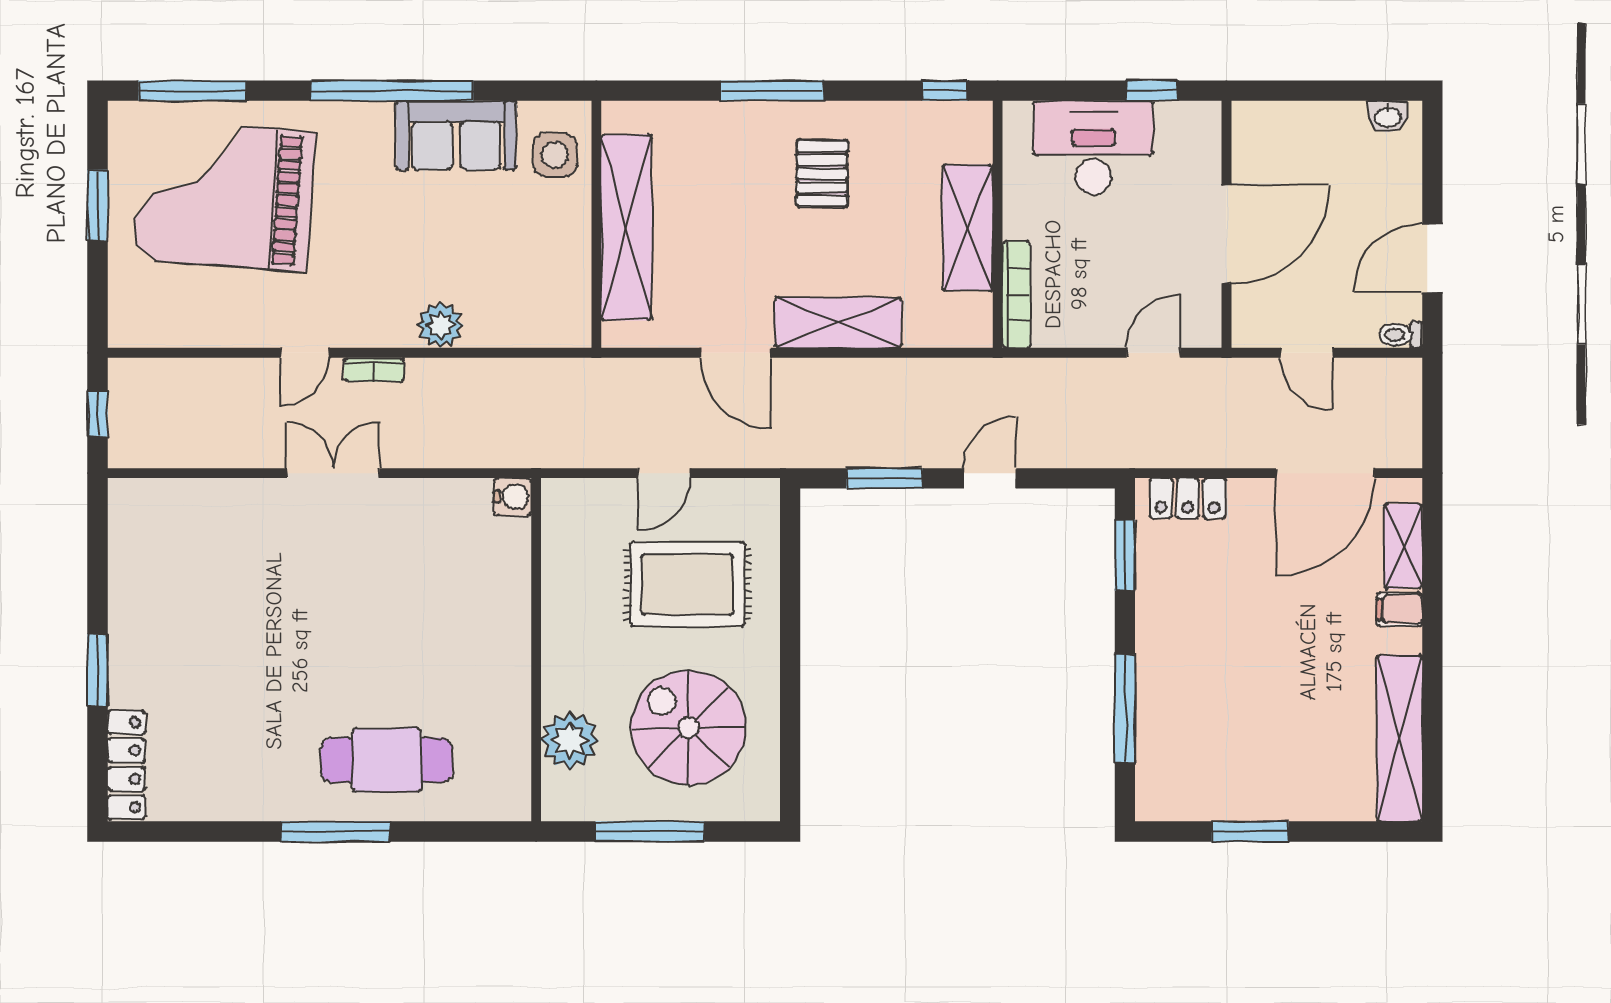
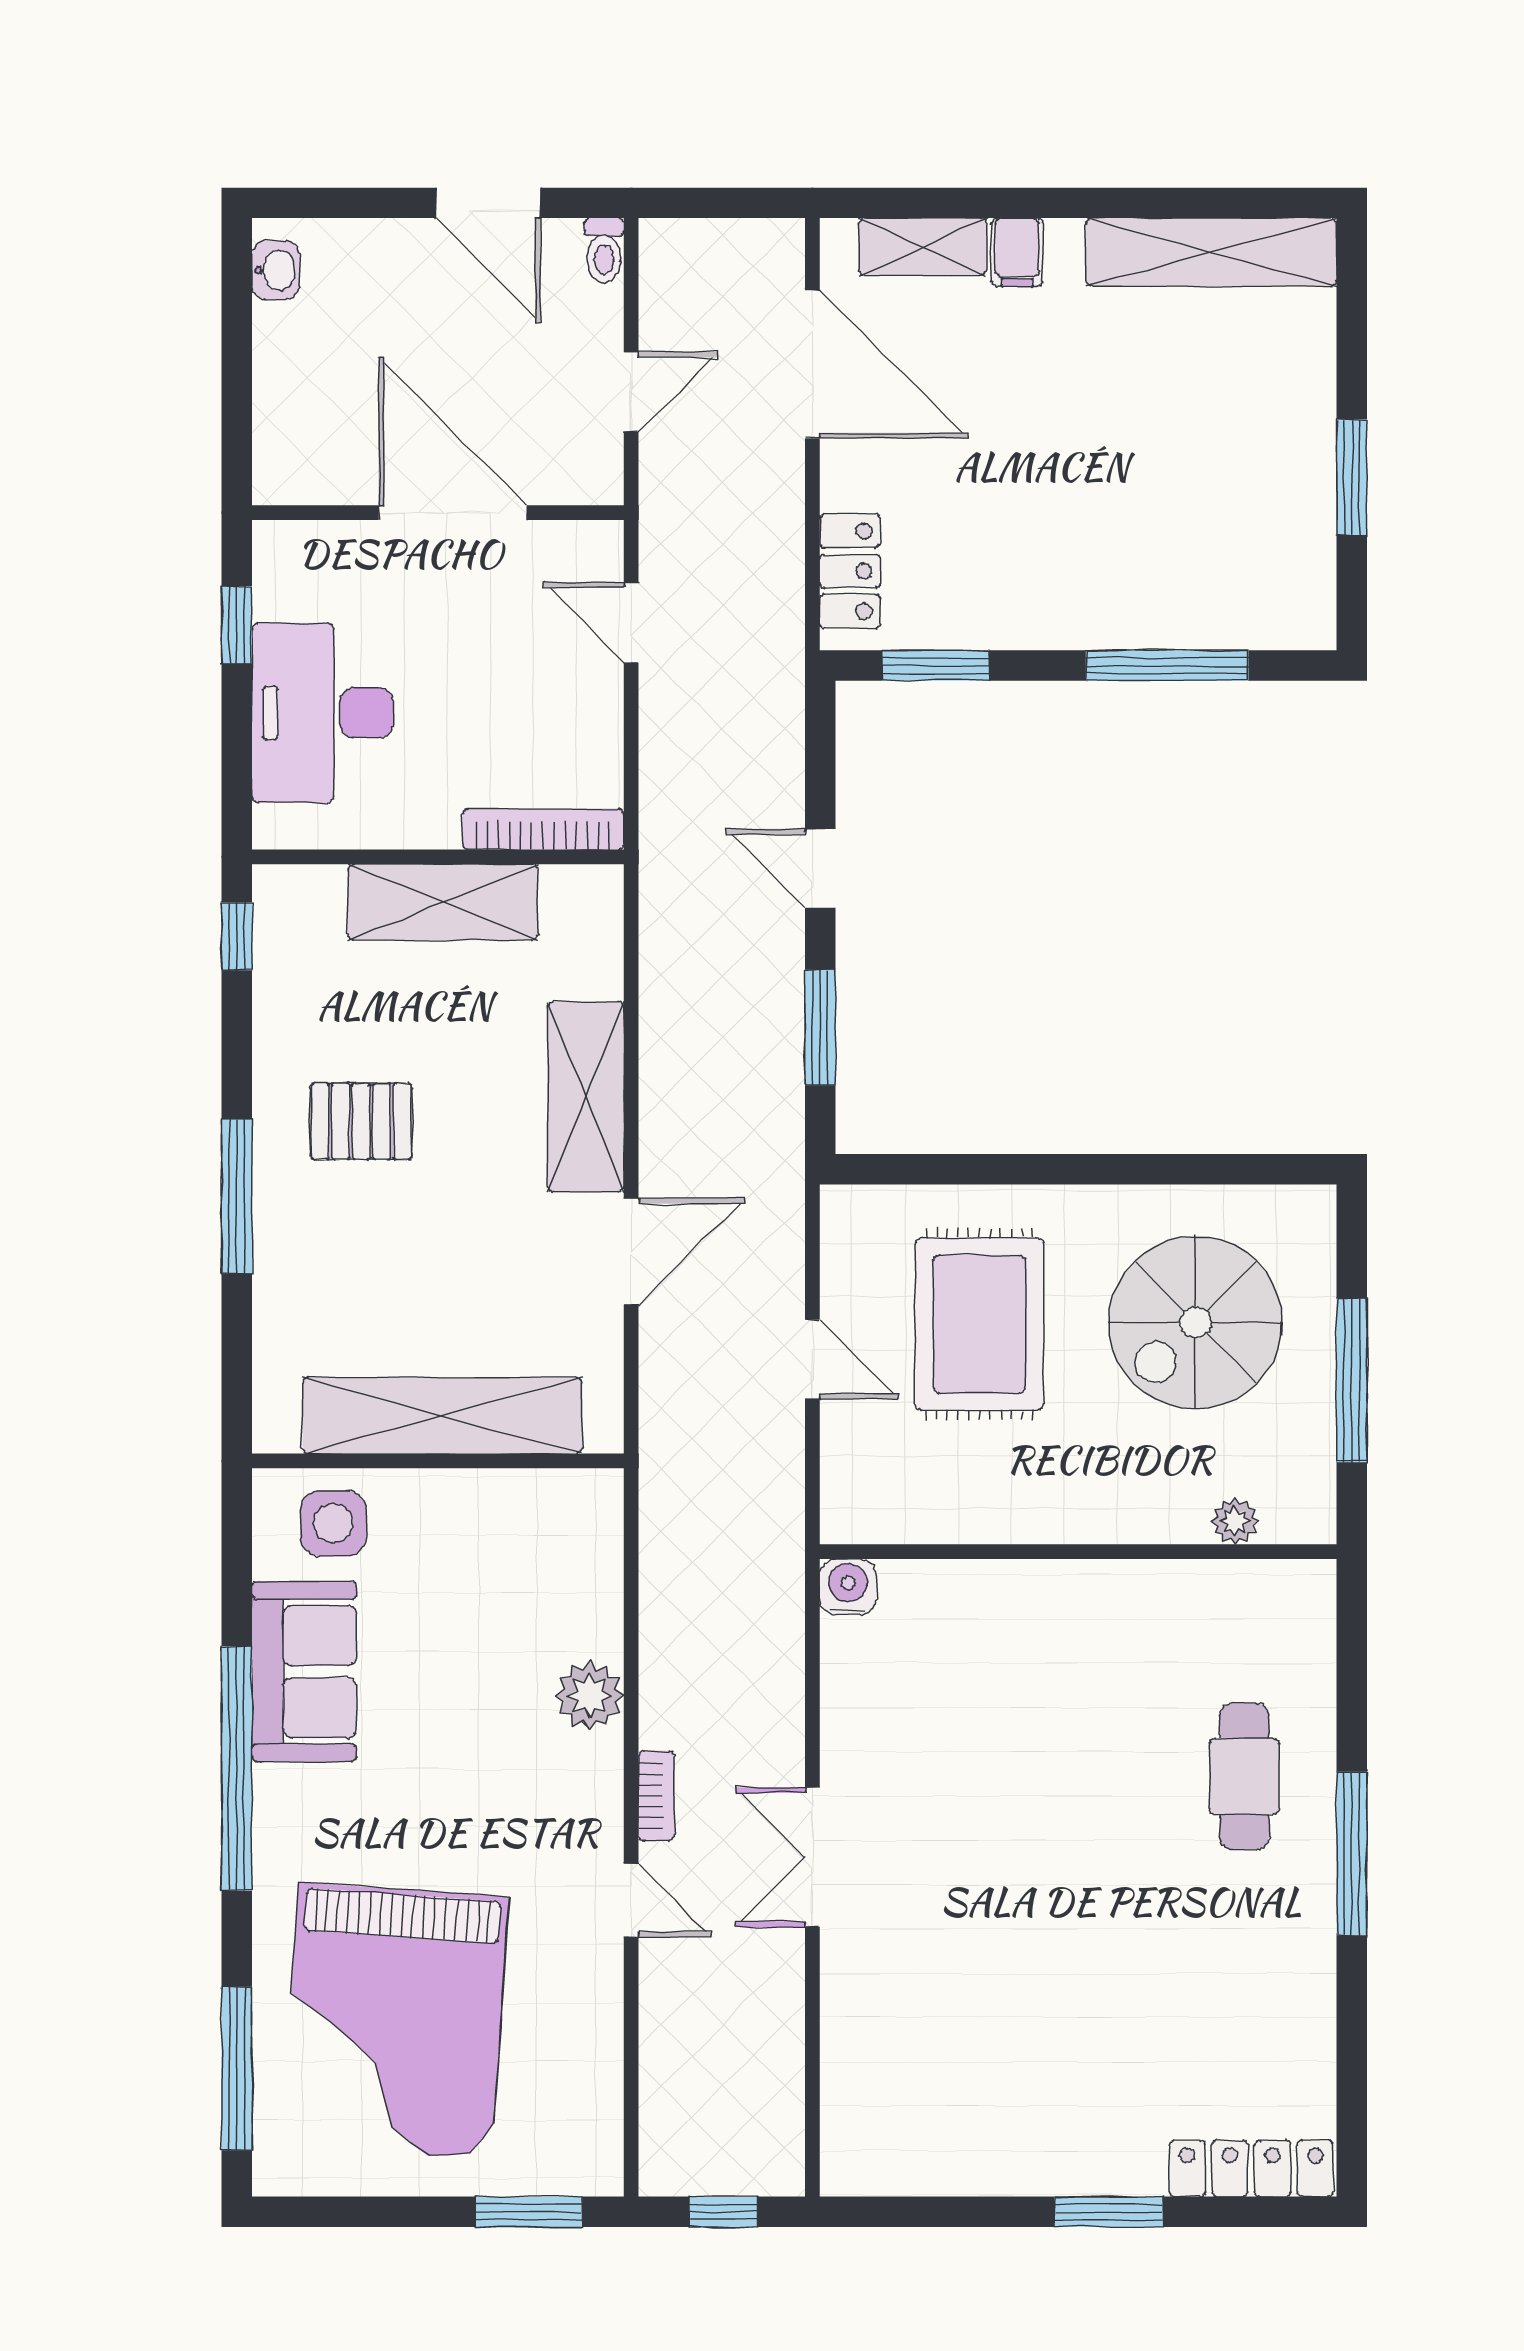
window: (98, 205) -> (529, 2212), moved
plant: (570, 740) -> (1235, 1521), width x0.53, depth x0.53
cafe table: (387, 760) -> (1244, 1776), width x0.73, depth x0.74

